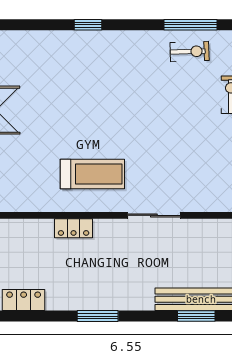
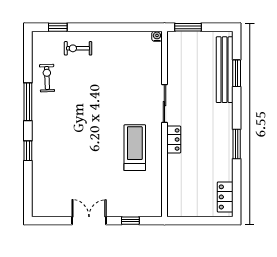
window: (190, 25) -> (28, 102), moved
locker: (74, 228) -> (174, 139), moved

